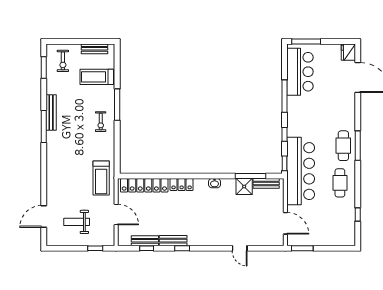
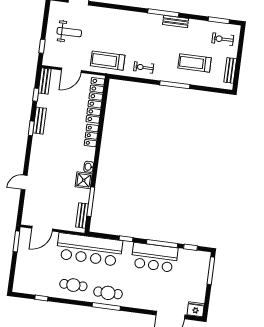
bar counter: (300, 72) -> (154, 257), moved
treadmill: (97, 77) -> (195, 63), moved, turned -90
bench: (51, 112) -> (176, 22), width x0.73
exercise bike: (101, 122) -> (144, 67), moved
window: (284, 163) -> (190, 247), moved
shower: (244, 187) -> (84, 180), moved
weight bench: (77, 222) -> (69, 32), turned 90
bench: (145, 241) -> (45, 81), moved

